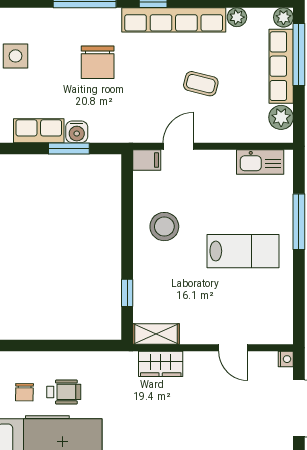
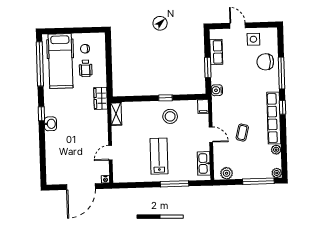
chair: (98, 62) -> (265, 62), moved
row of seats: (281, 66) -> (252, 173), removed
water cooler: (77, 132) -> (217, 90), moved
door: (178, 146) -> (211, 135), moved
lab bench: (243, 251) -> (159, 156), turned 180
window: (127, 293) -> (165, 98), moved
wardrobe: (161, 364) -> (101, 98), moved

